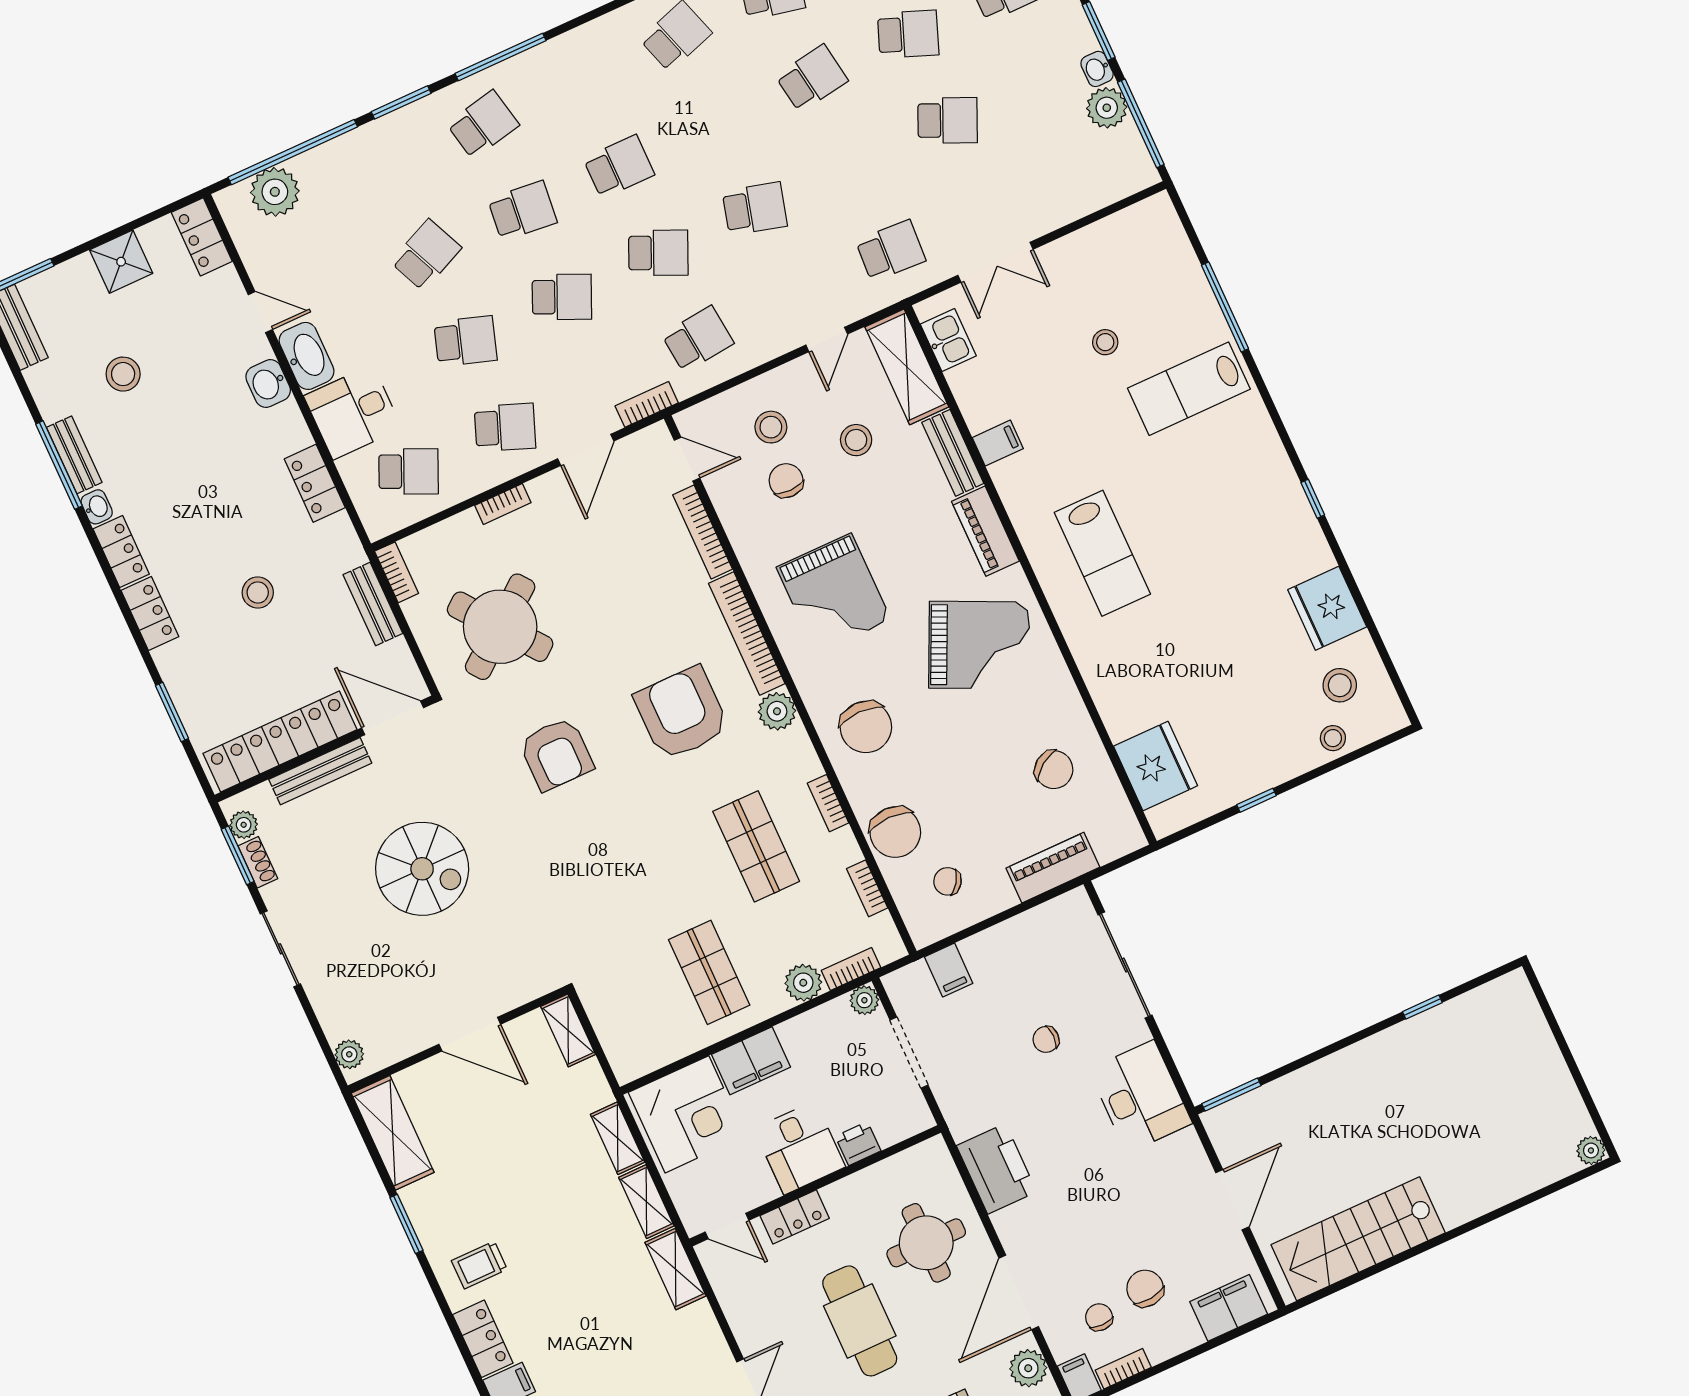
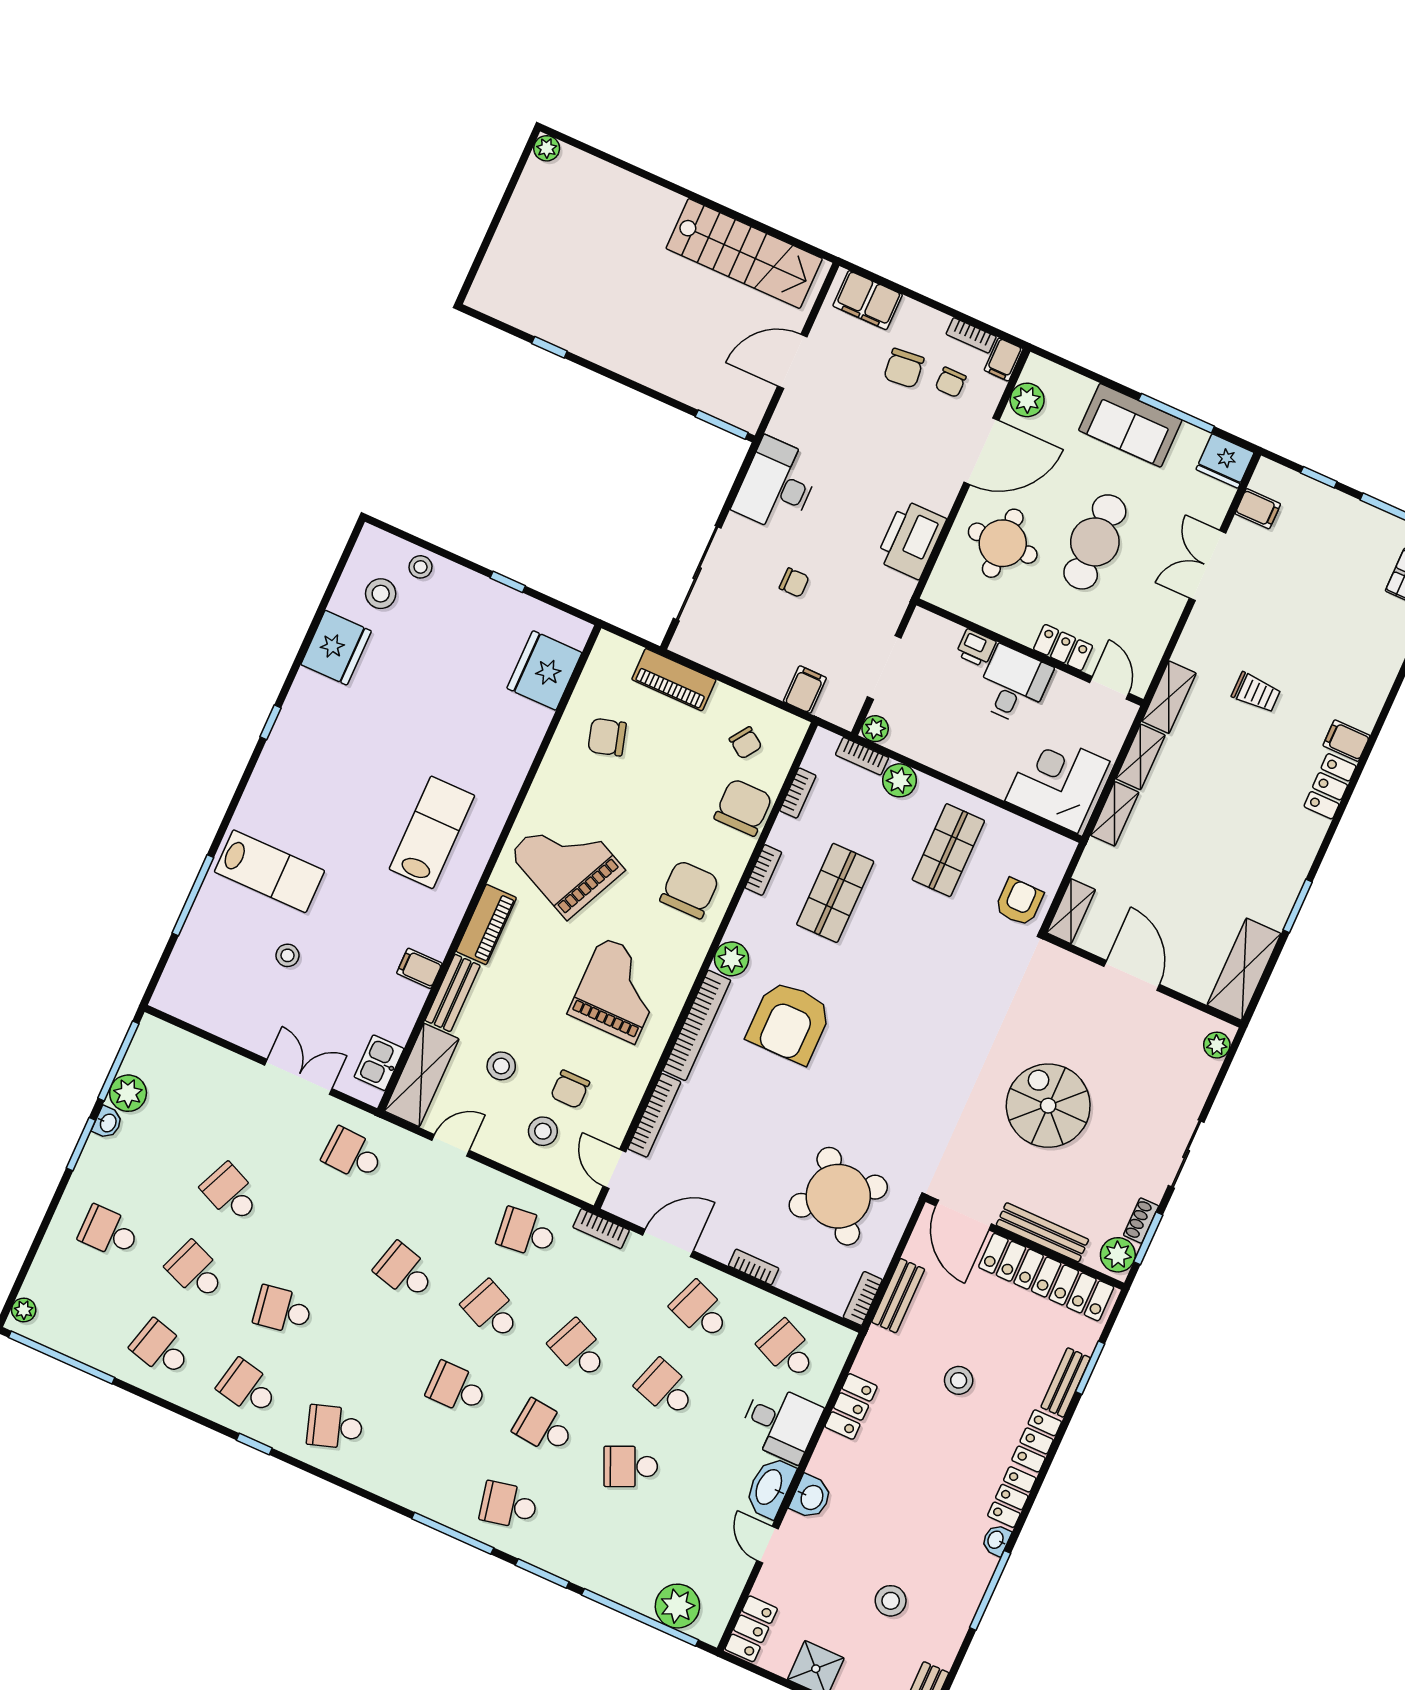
bench: (74, 455) -> (1066, 1382), moved
armchair: (556, 754) -> (1019, 902), moved, width x0.72, depth x0.72
chair: (1054, 770) -> (607, 737), turned -71
plant: (244, 825) -> (1118, 1255), width x1.38, depth x1.38
filing cabinet: (751, 1061) -> (983, 770), removed
trolley: (479, 1265) -> (1256, 692), moved

